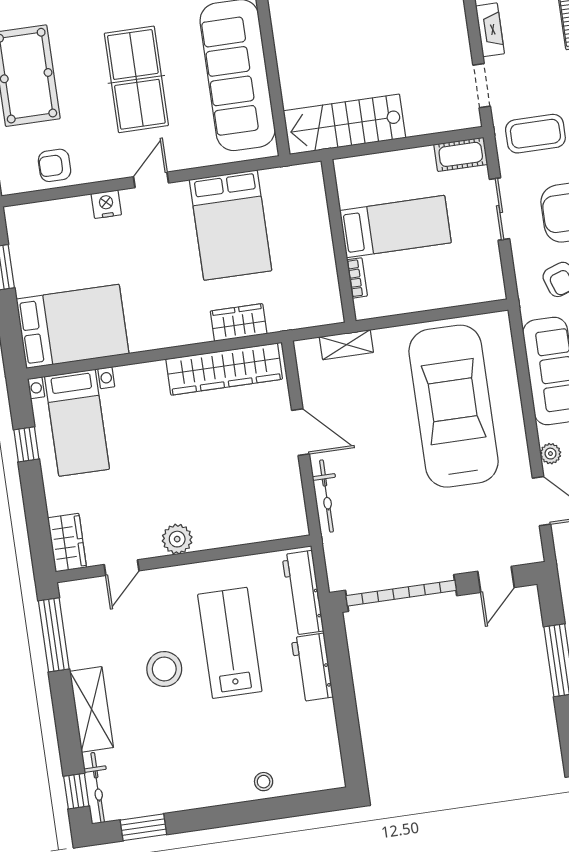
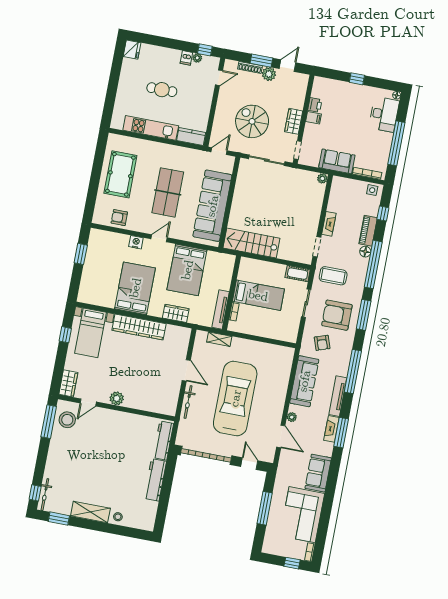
tv unit: (328, 283) -> (221, 310), added
bed: (73, 326) -> (135, 288), moved, turned -90
wardrobe: (224, 369) -> (139, 327), moved
car: (454, 406) -> (235, 398), moved
door: (496, 579) -> (249, 464), swing flipped
lab bench: (230, 643) -> (124, 451), removed
workbench: (312, 667) -> (155, 480), width x1.37
stool: (164, 669) -> (67, 420), moved
shelving: (92, 709) -> (90, 512), moved, turned 90

